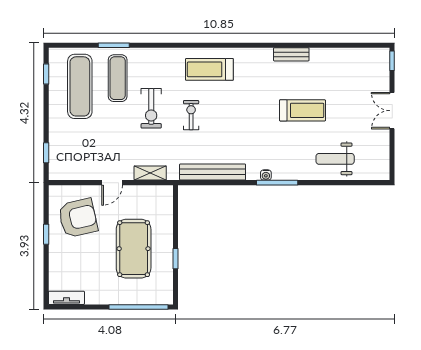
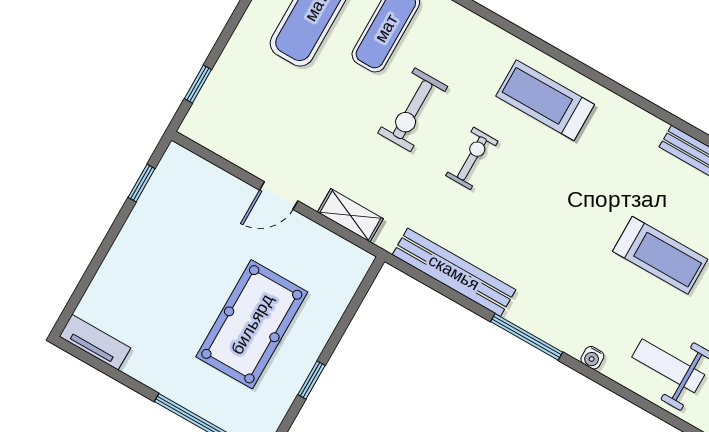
water cooler: (266, 175) -> (592, 358), moved
window: (277, 183) -> (527, 337), moved
armchair: (78, 218) -> (189, 221), removed
window: (46, 234) -> (142, 183), moved

